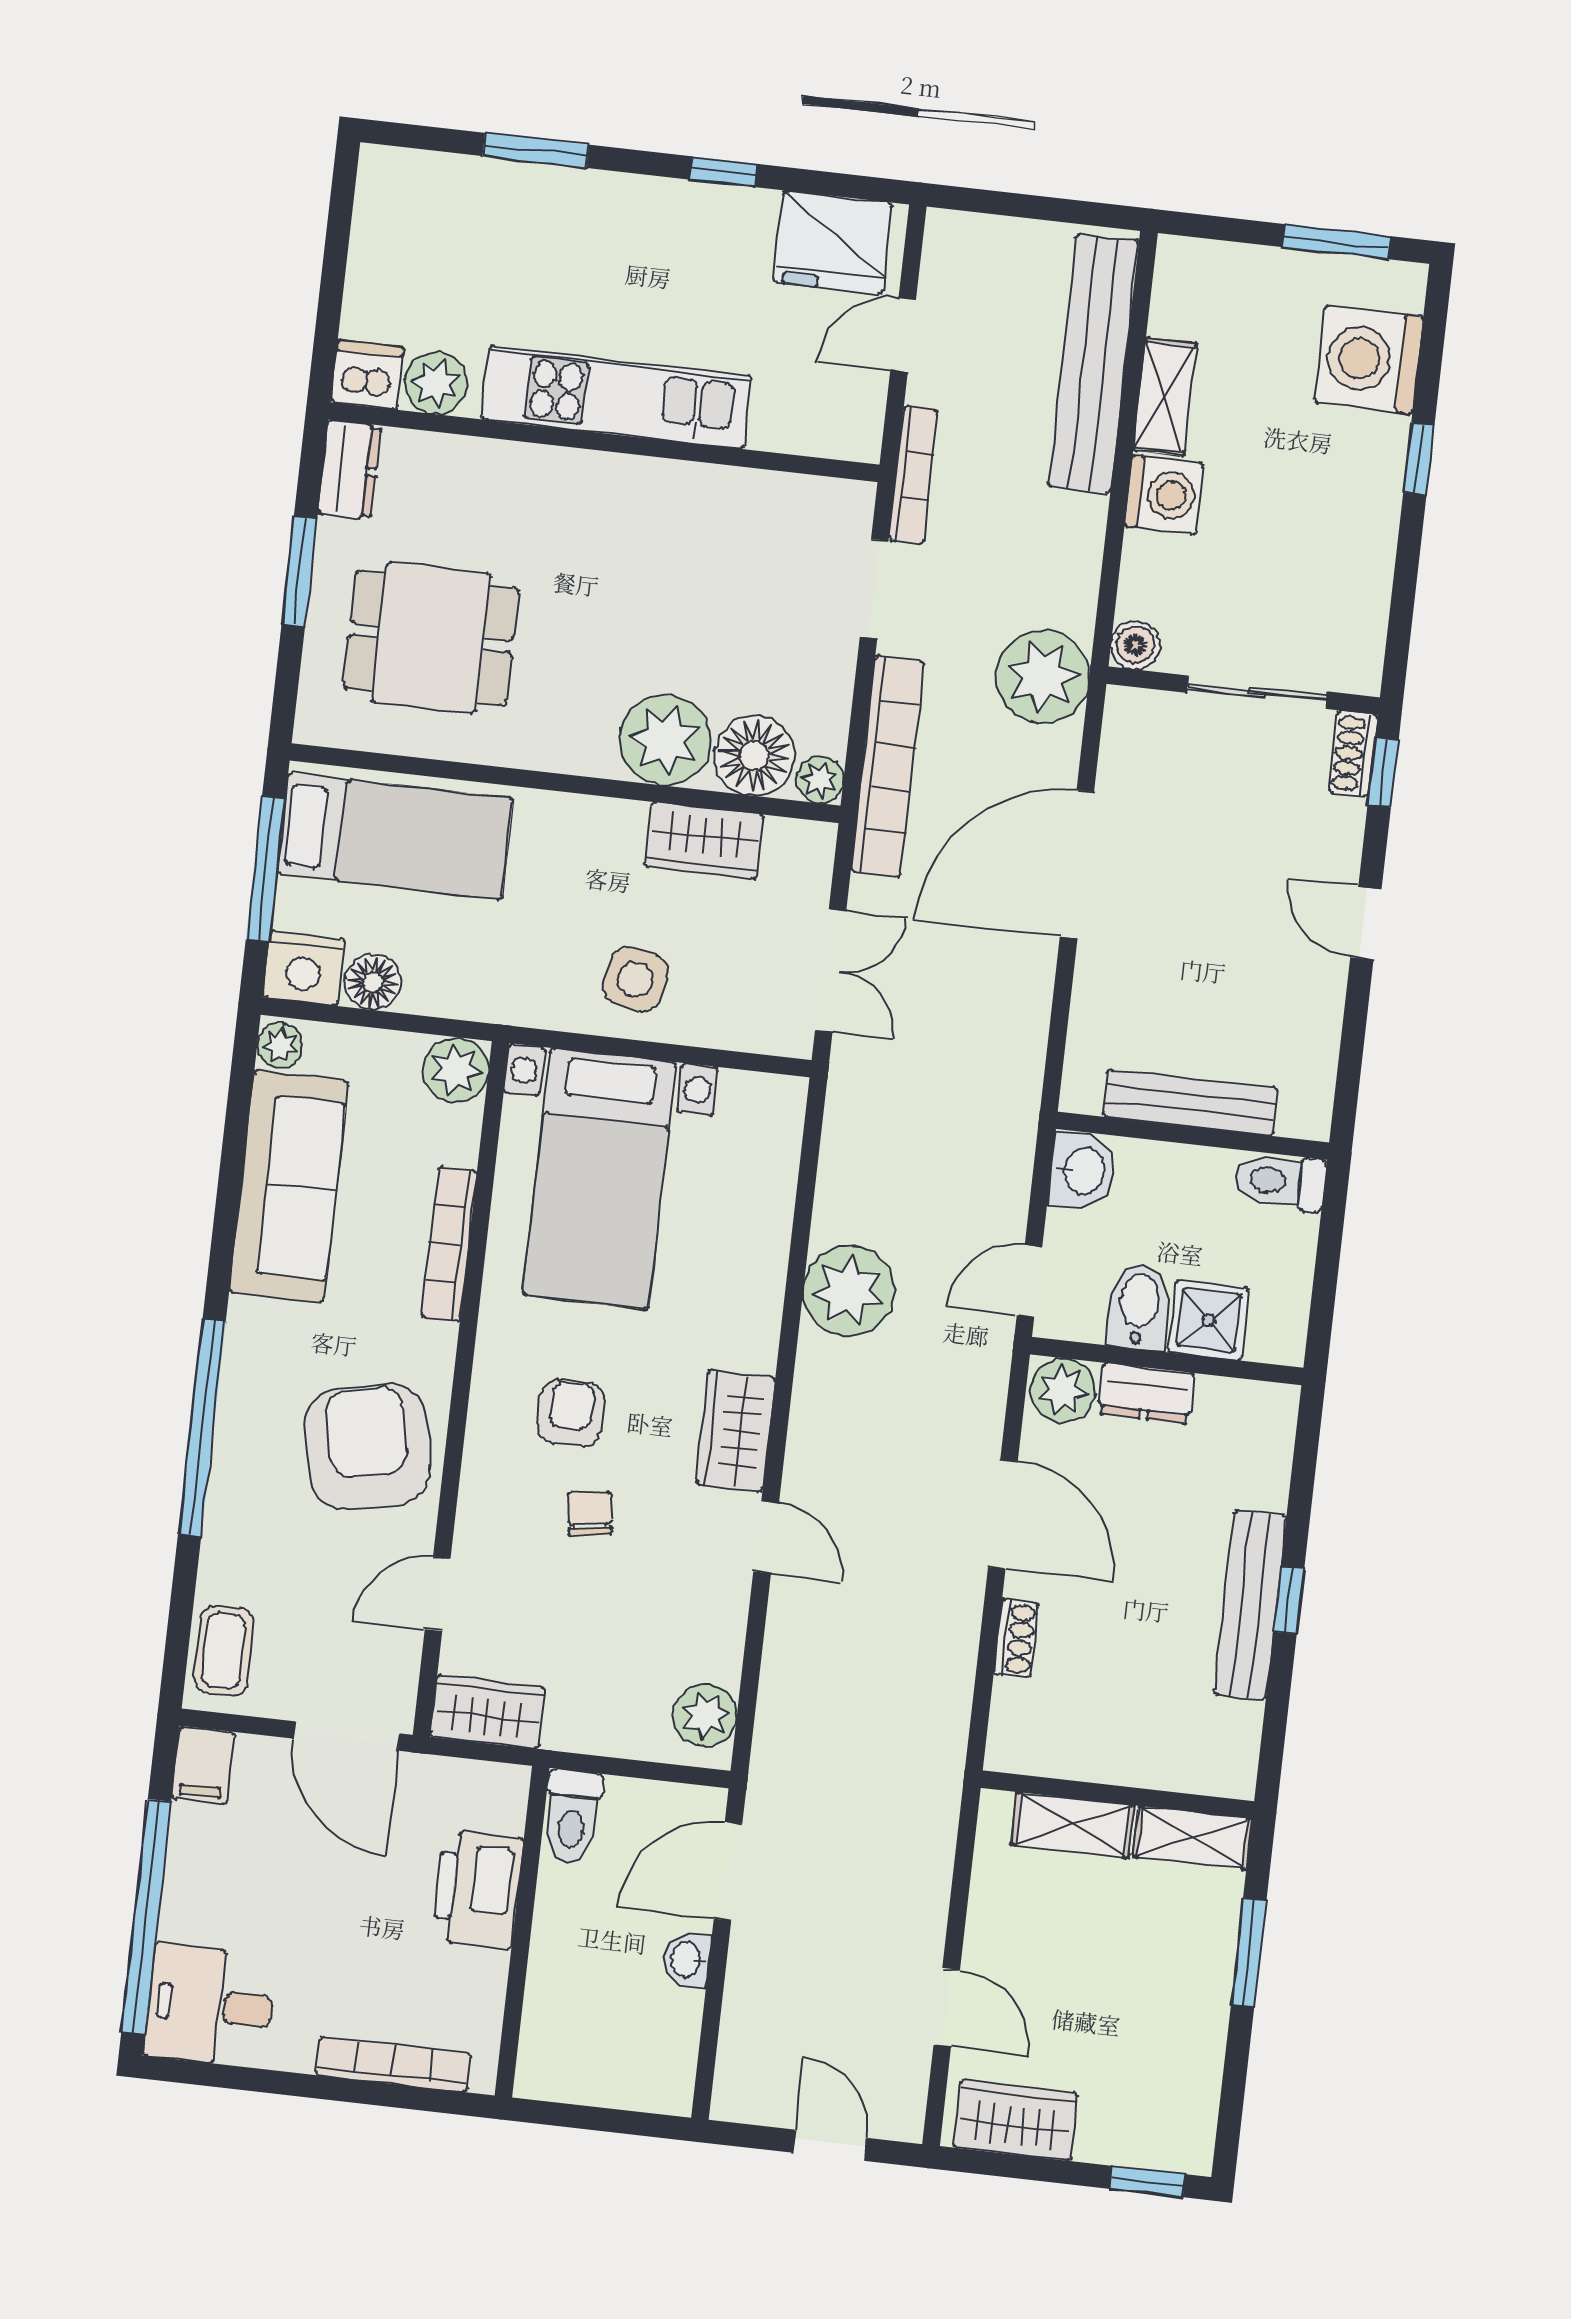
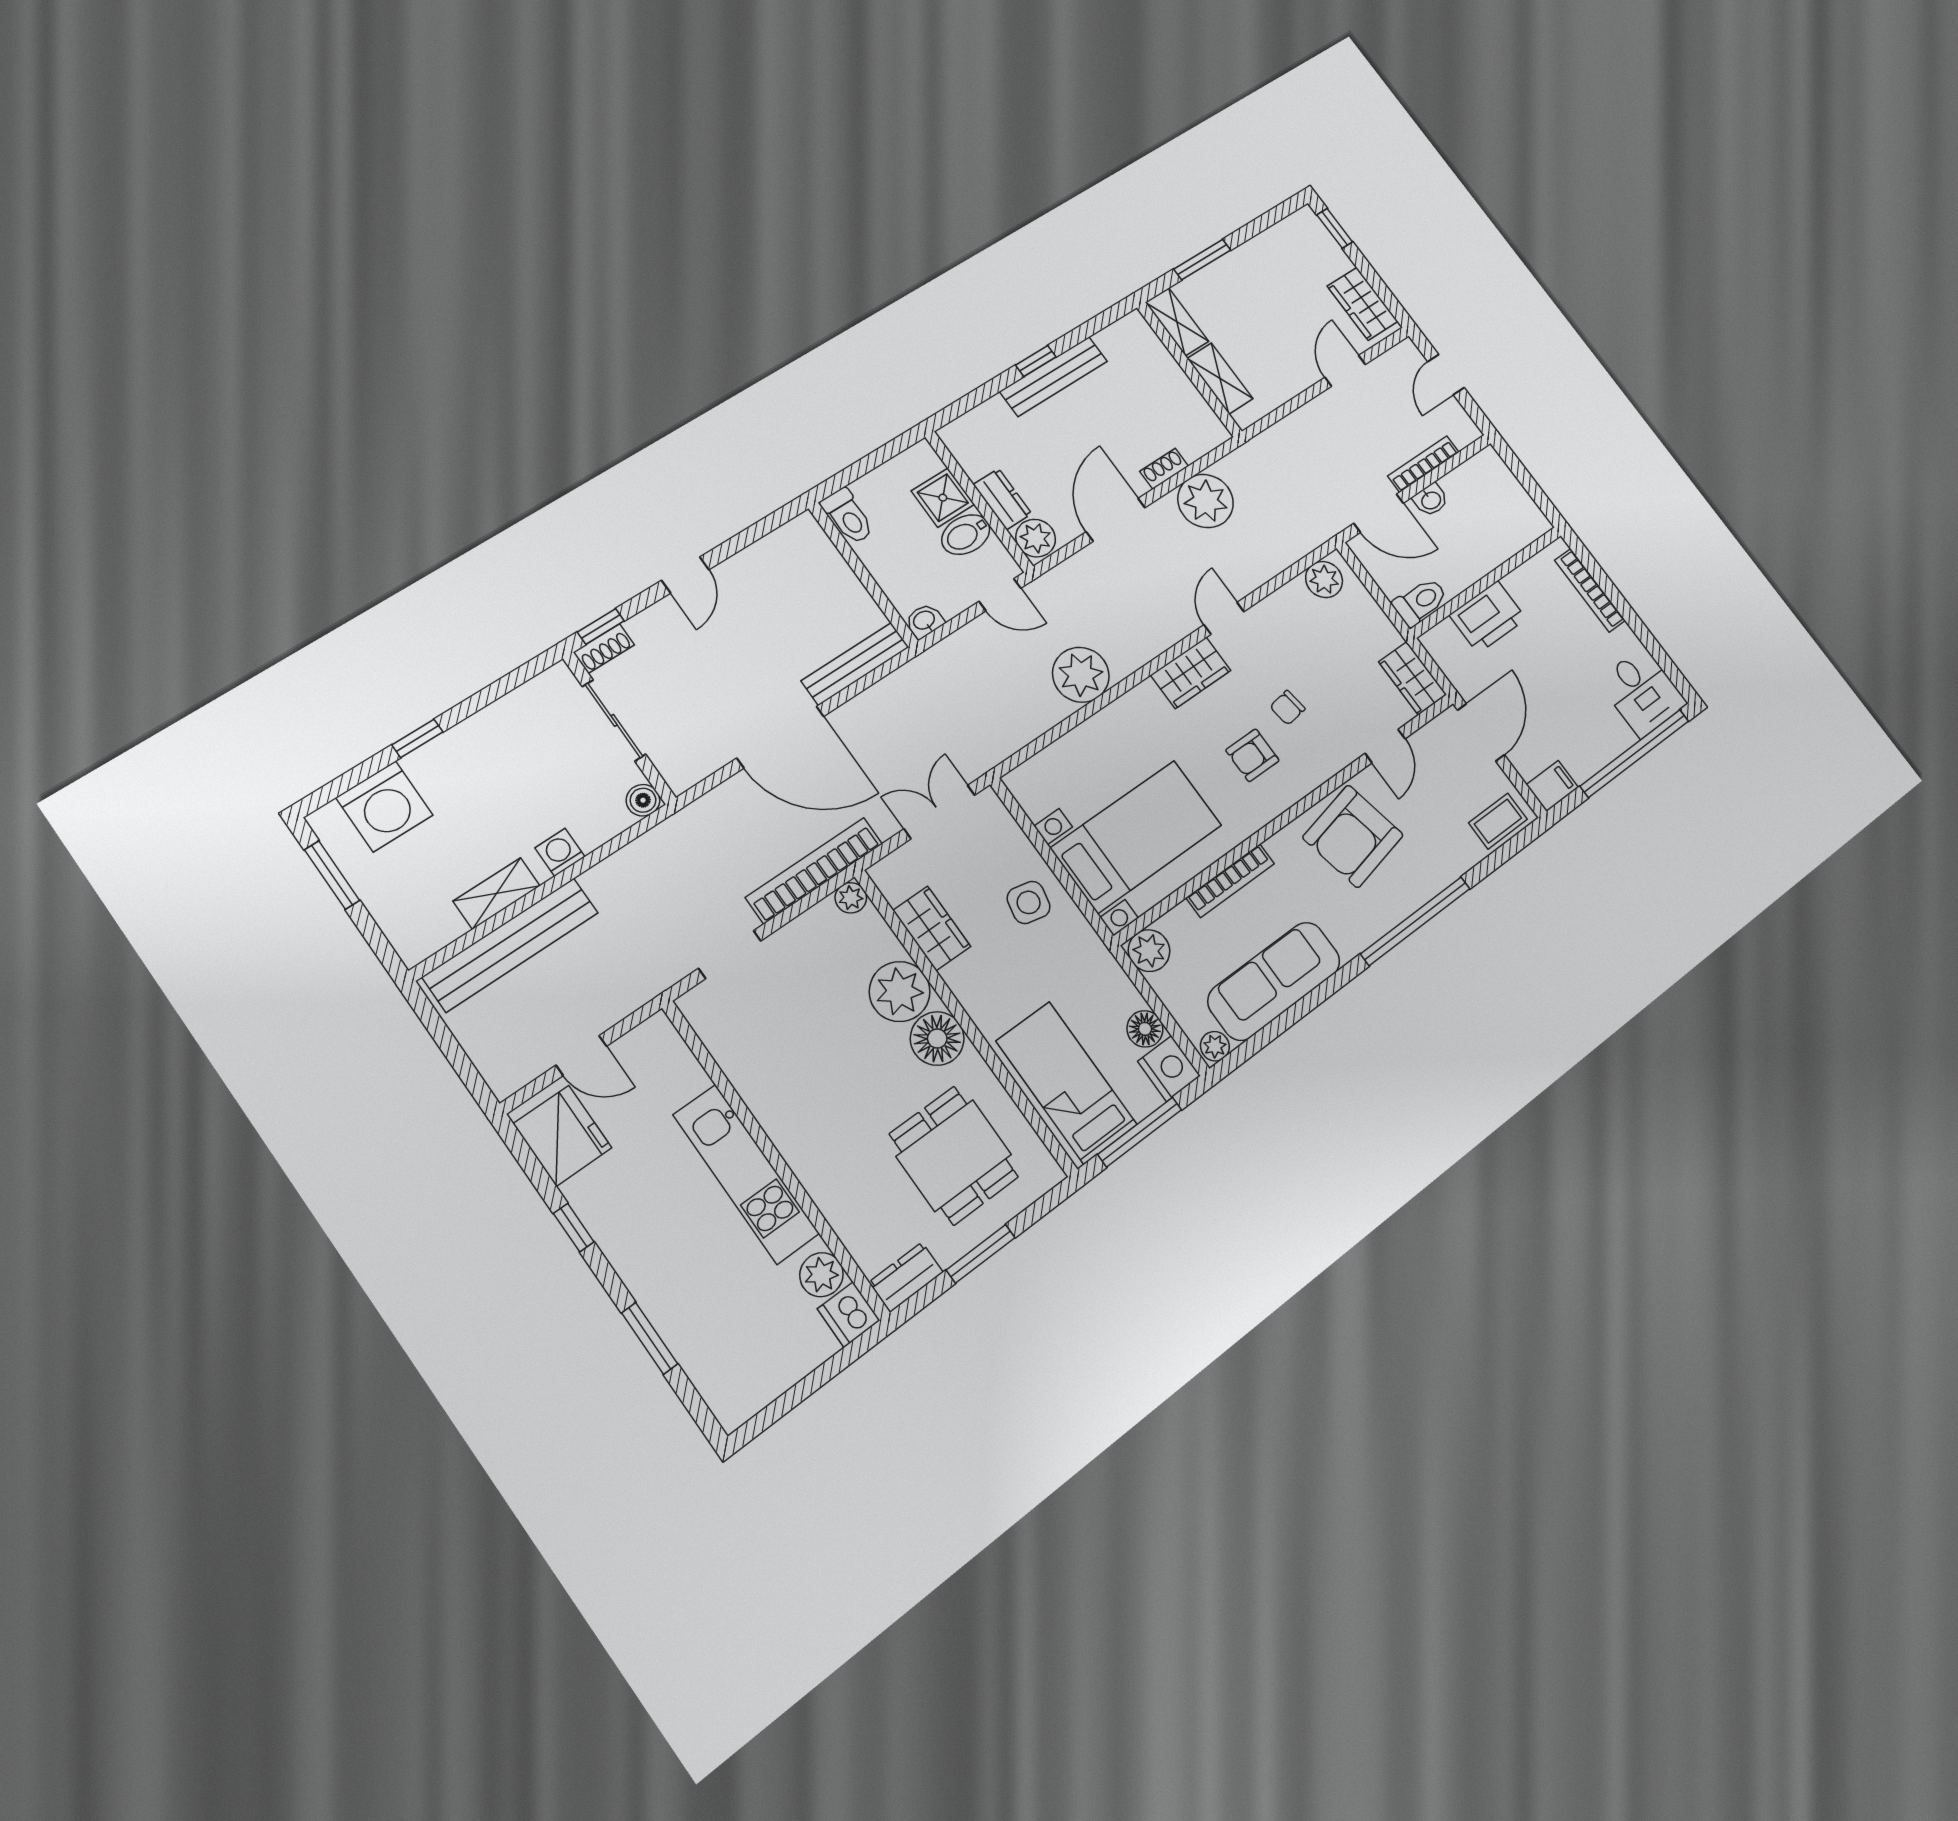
bookcase: (913, 475) -> (1423, 464), moved
washing machine: (1164, 495) -> (560, 852), width x0.73, depth x0.73
plant: (1043, 677) -> (1206, 501), moved
floor lamp: (754, 756) -> (937, 1039), moved
bench: (1190, 1102) -> (855, 664), moved, turned 90
washbasin: (1083, 1171) -> (924, 621), width x0.72, depth x0.69
door: (438, 1594) -> (1385, 746), hinge flipped

